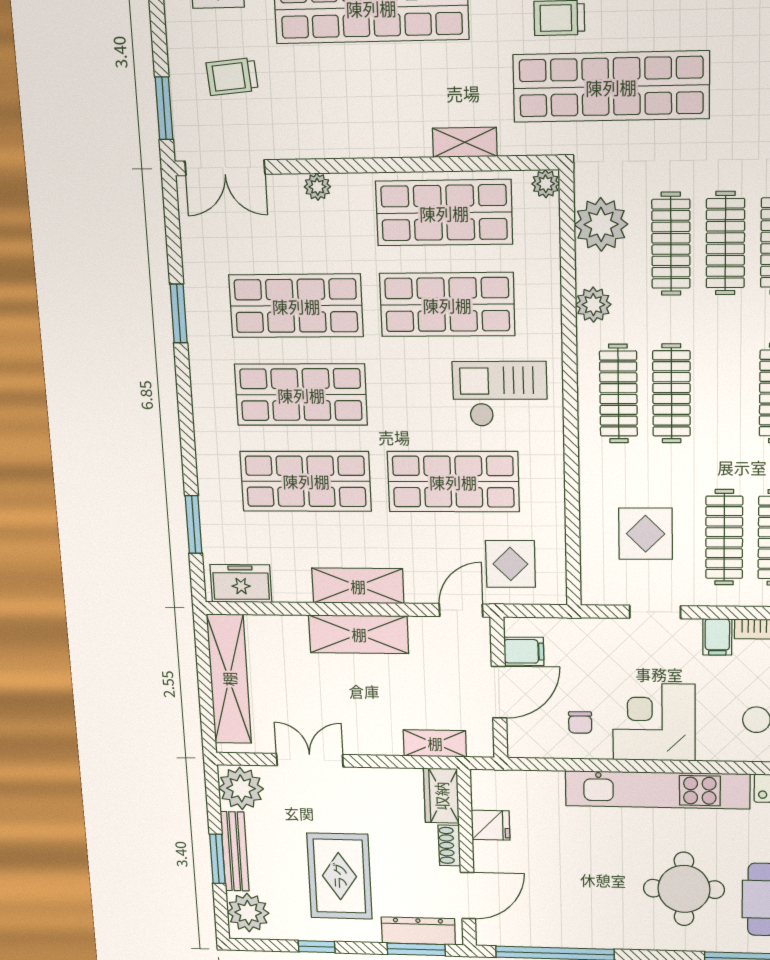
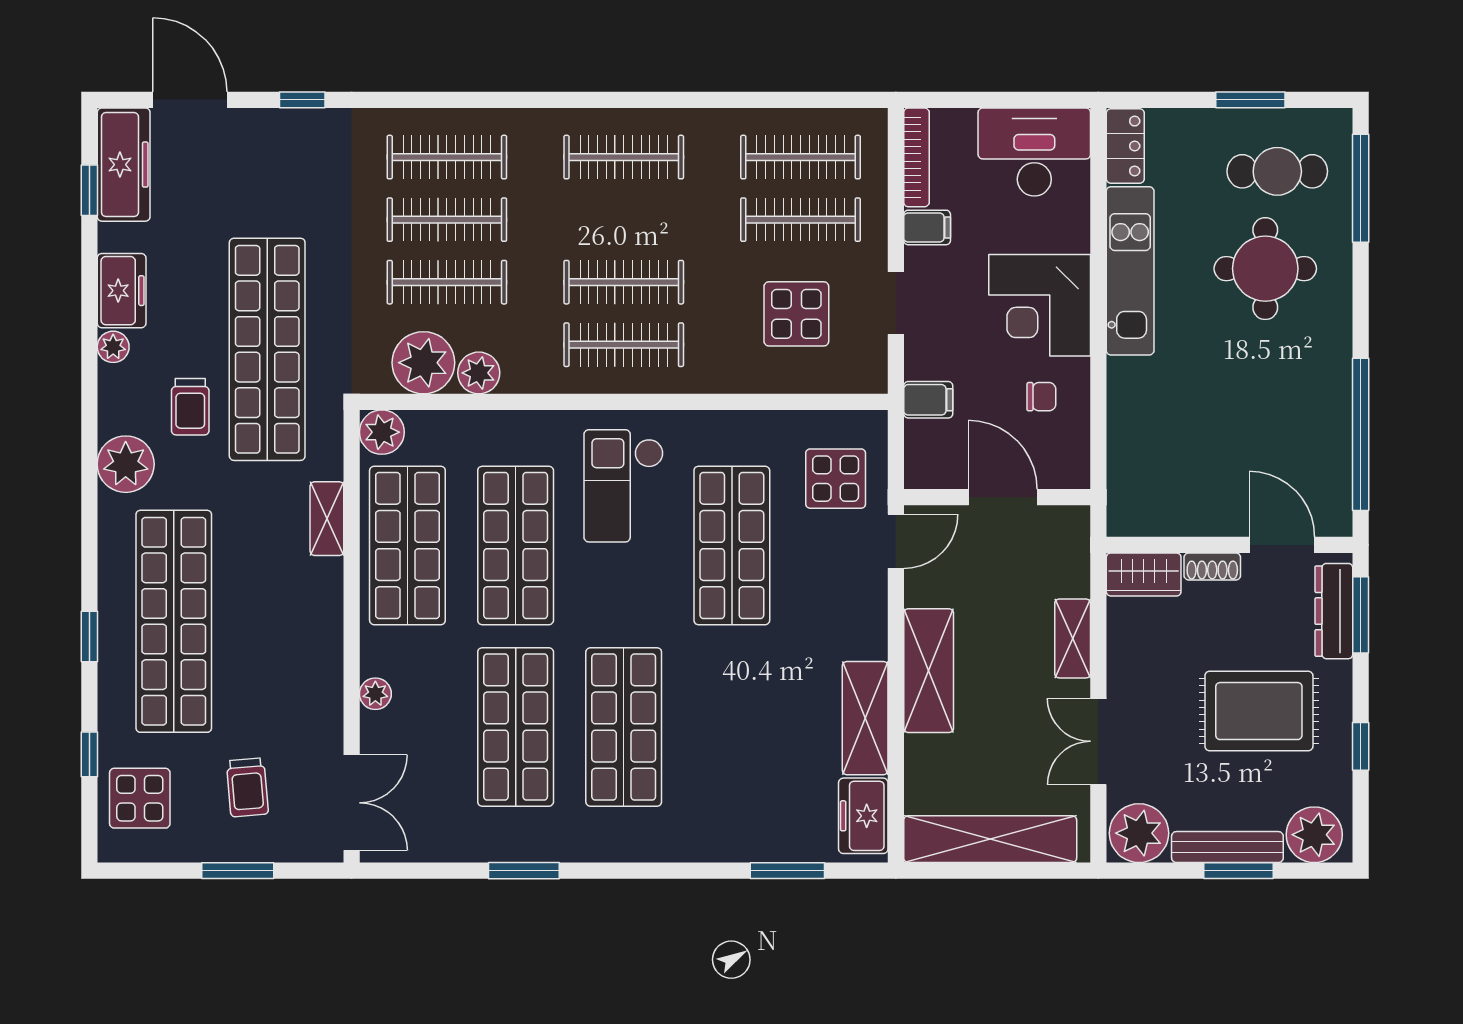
window: (164, 108) -> (238, 871), moved
plant: (546, 184) -> (382, 432), width x1.38, depth x1.38
plant: (593, 305) -> (479, 373), moved
shop shelf: (306, 481) -> (732, 727), removed
shelving: (358, 586) -> (865, 718), moved
door: (461, 610) -> (896, 541), swing flipped
filing cabinet: (524, 651) -> (928, 400), moved, turned 90
shelving: (435, 743) -> (1073, 638), moved
kitchen unit: (657, 790) -> (1130, 271), width x0.73
fridge: (491, 825) -> (1183, 513), removed

